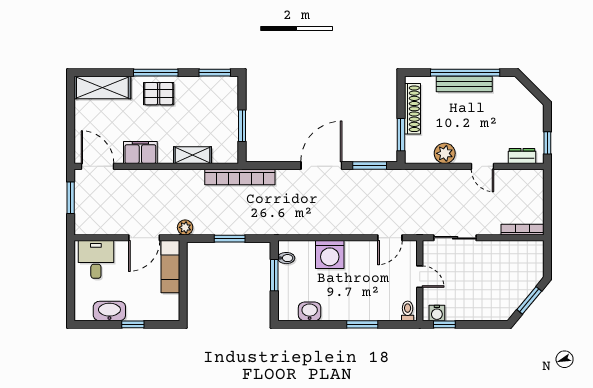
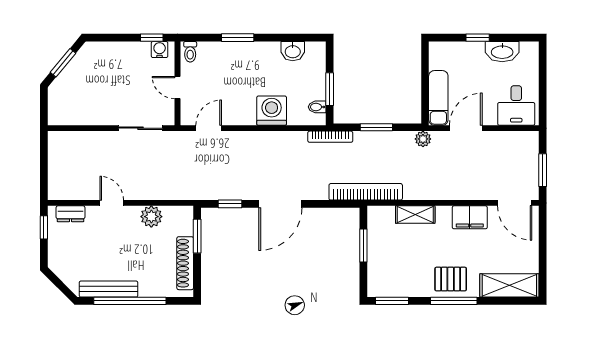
bench: (464, 84) -> (108, 289), moved
window: (370, 165) -> (230, 204), width x0.67
bookcase: (522, 230) -> (330, 137), moved

